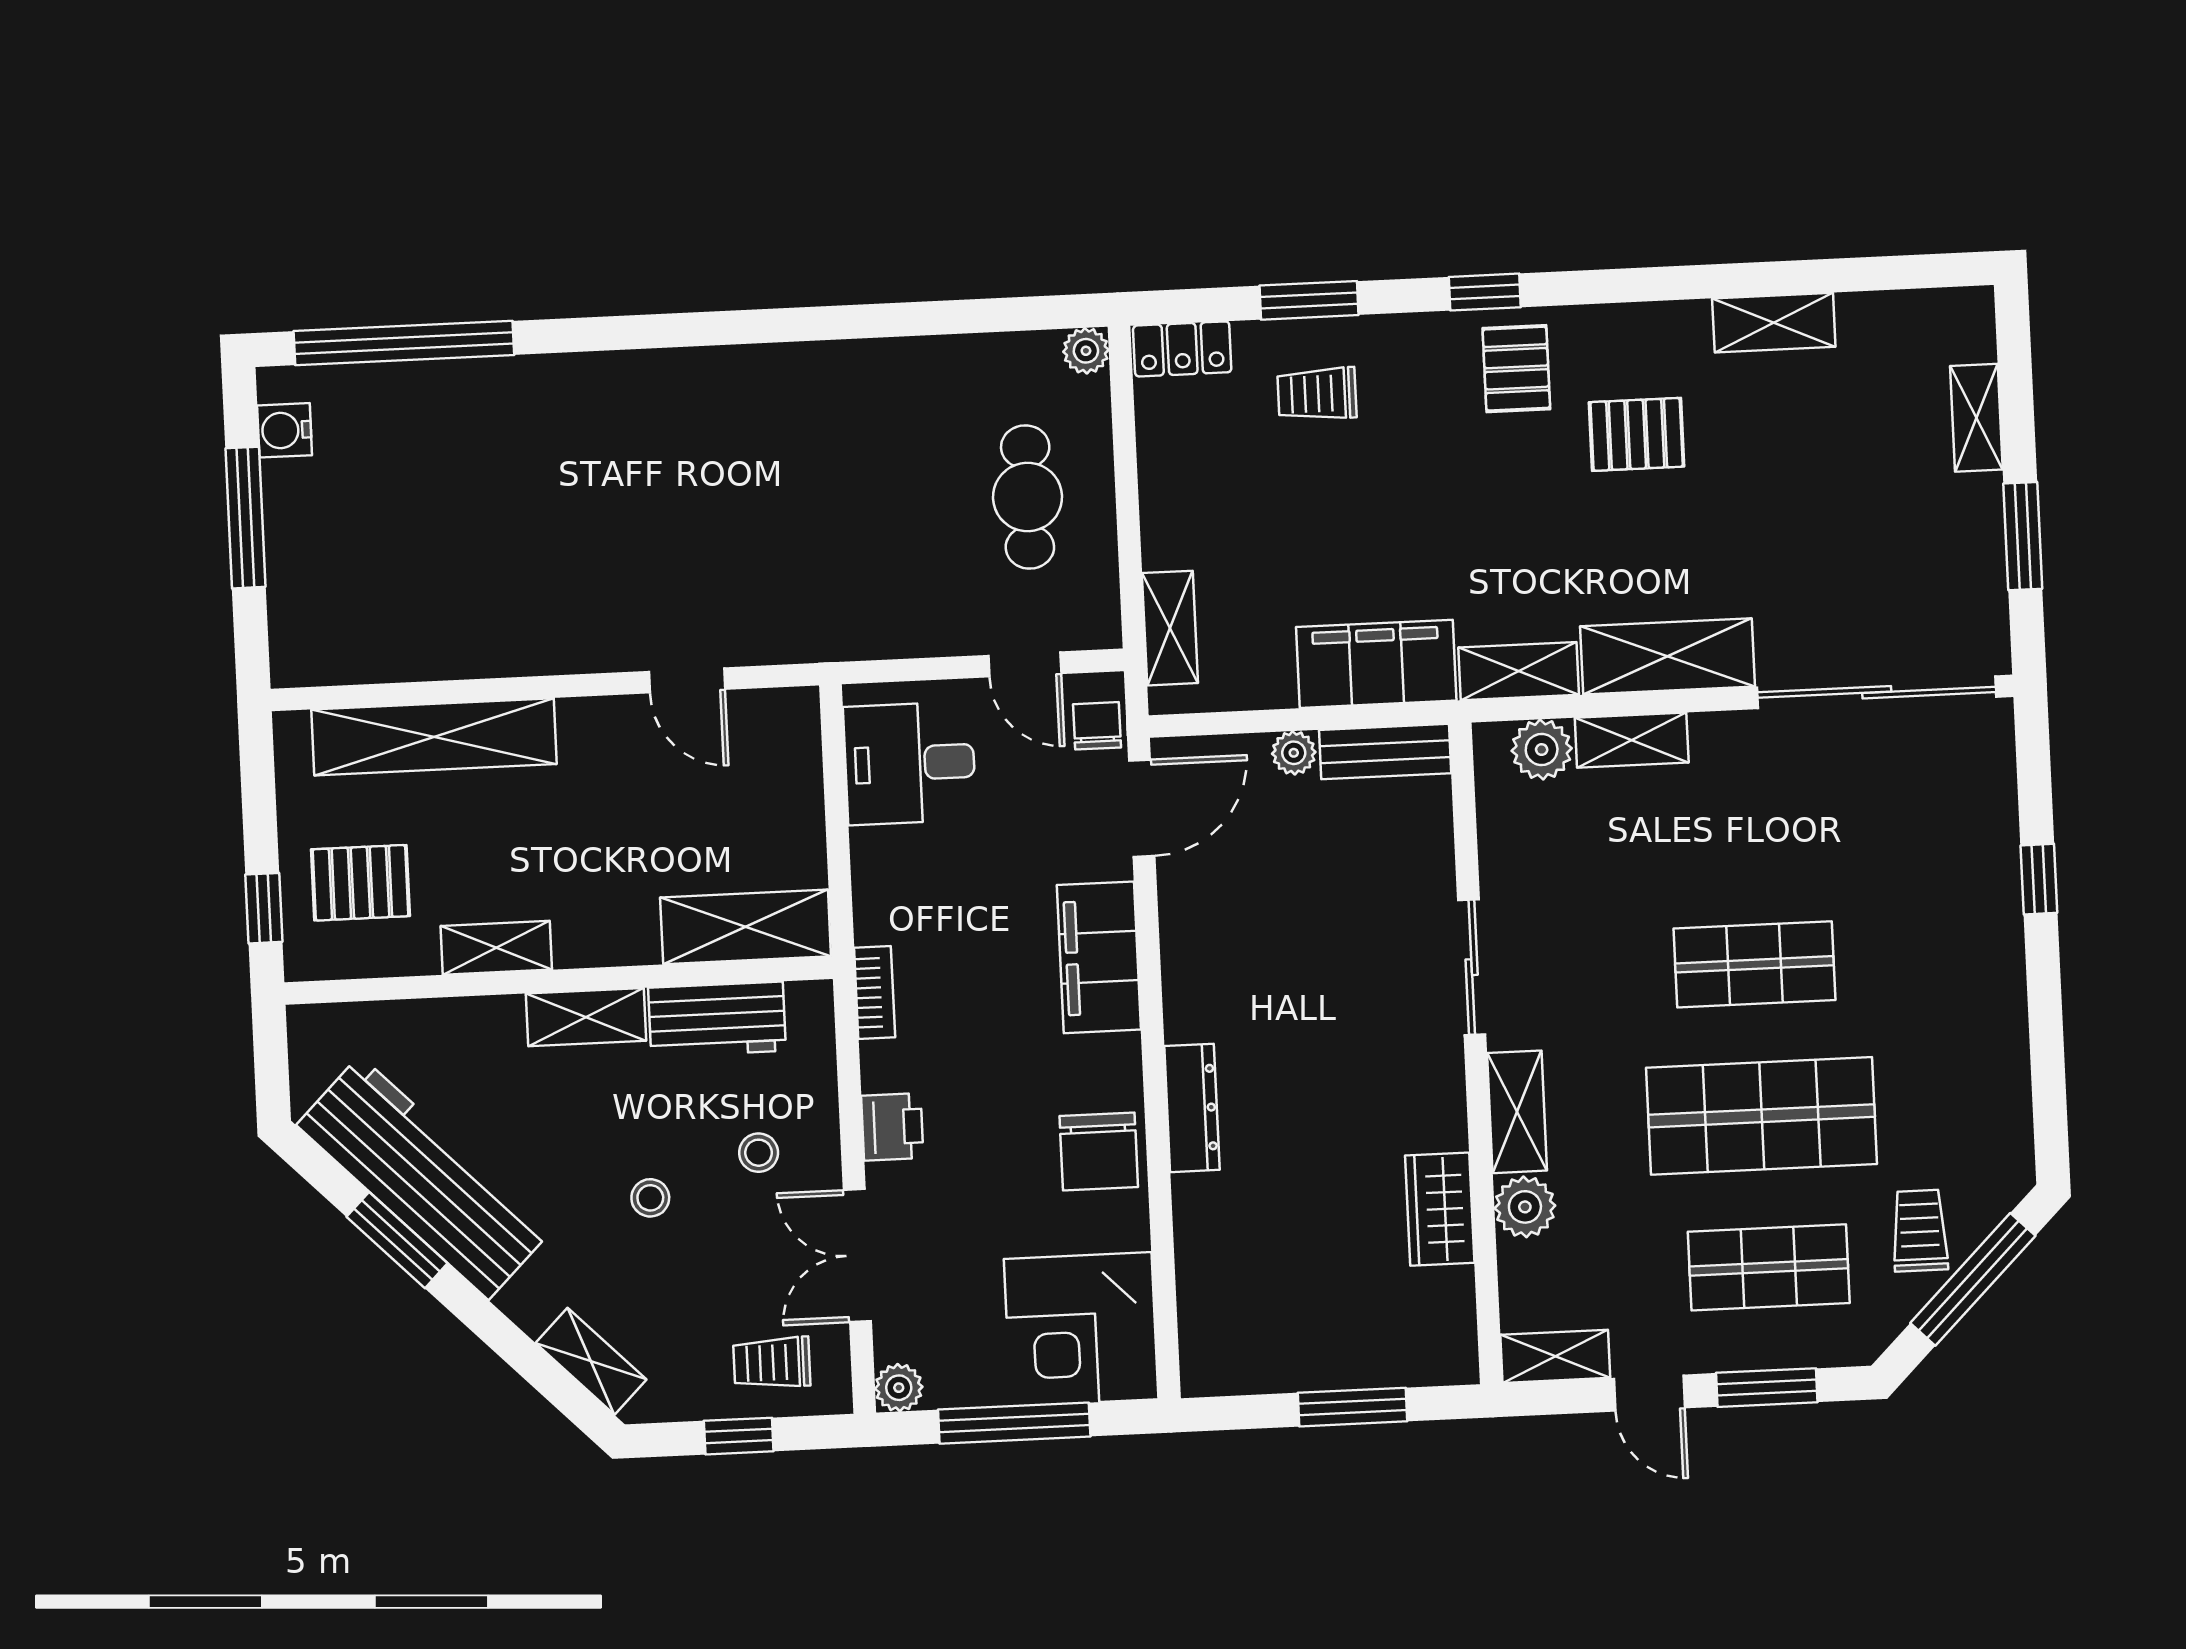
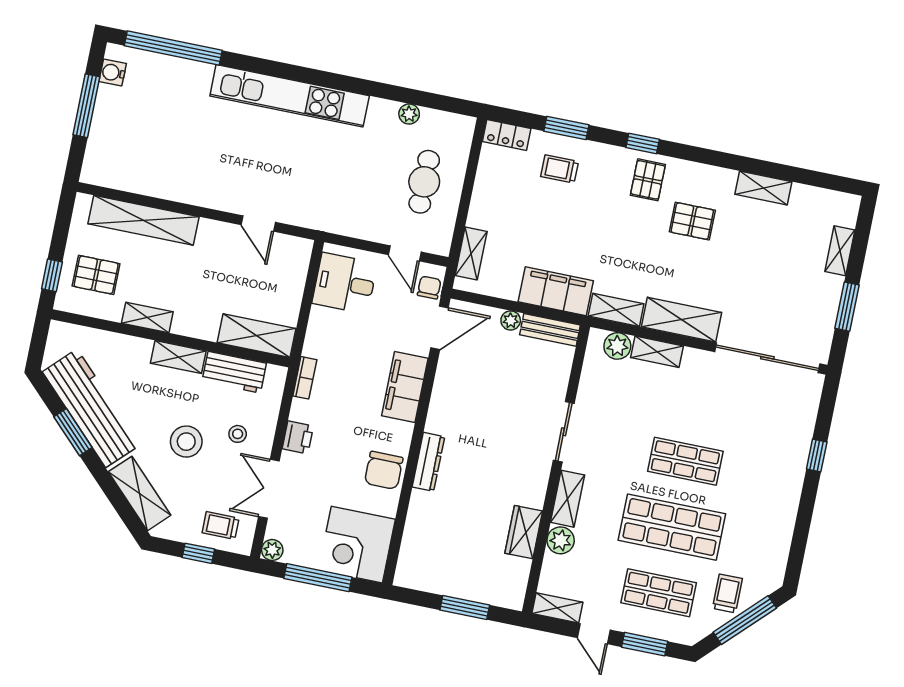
plant: (1086, 351) -> (409, 114), moved
kitchen unit: (685, 383) -> (290, 96), added
stool: (650, 1198) -> (186, 442), width x1.89, depth x1.89
shelving: (591, 1361) -> (140, 493), width x1.50, depth x1.33

